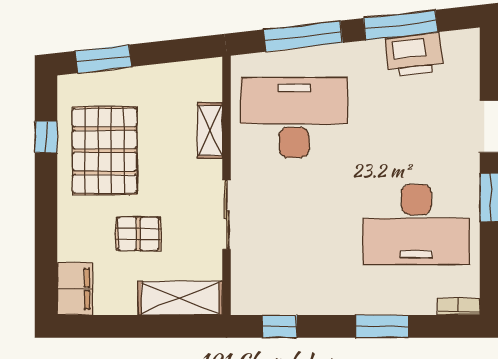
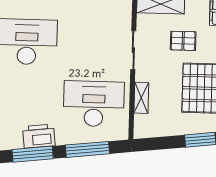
printer: (414, 55) -> (39, 136), moved
desk: (294, 118) -> (94, 104), turned 180

